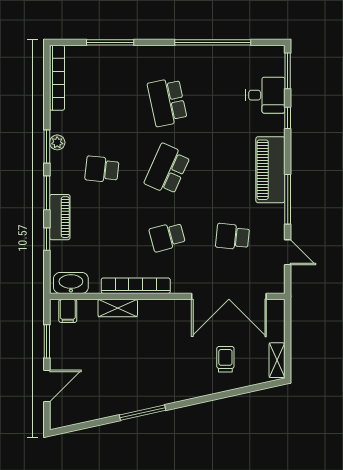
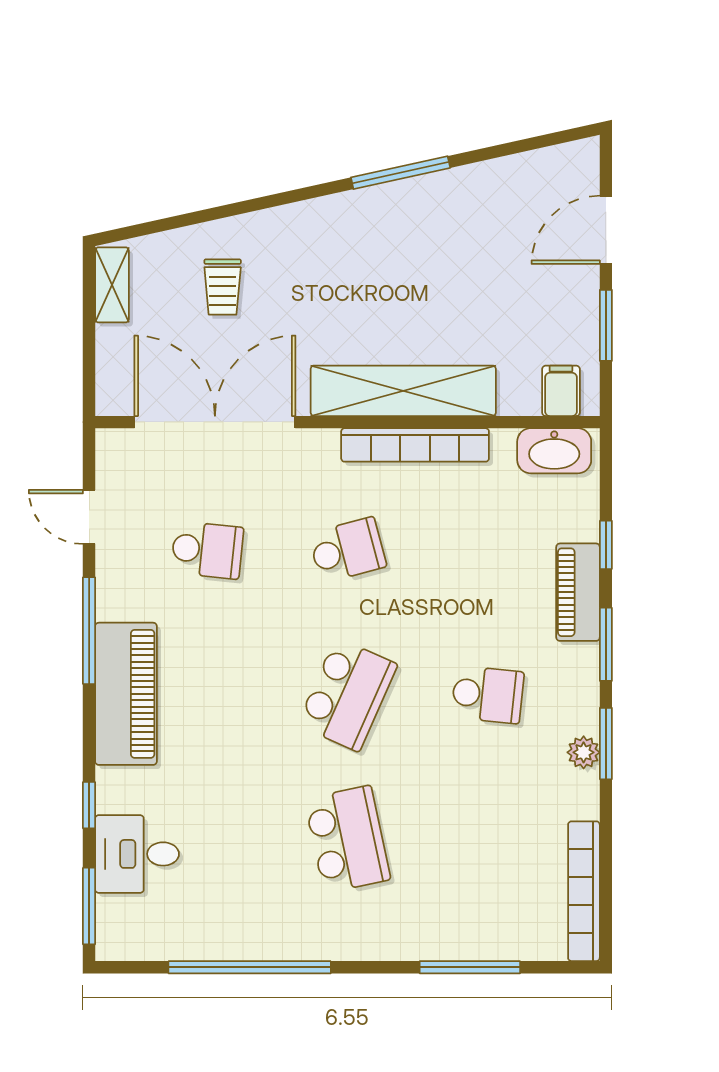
shelving: (118, 308) -> (403, 391), width x2.20, depth x1.33

